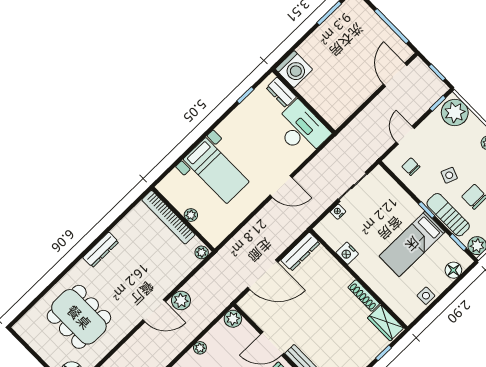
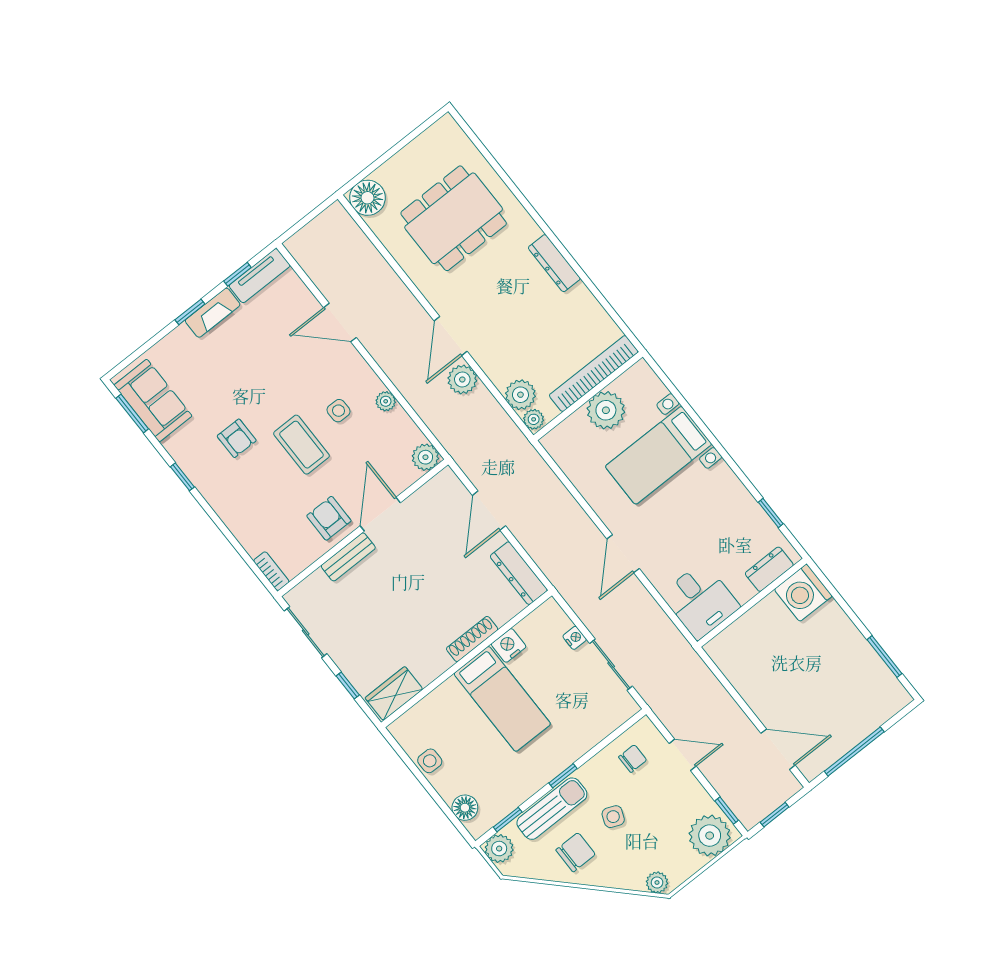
desk: (301, 129) -> (700, 601), width x0.73
plant: (191, 215) -> (606, 410), width x1.88, depth x1.88
bed: (412, 244) -> (502, 699), moved, turned 180
plant: (187, 262) -> (520, 395), added
door: (263, 275) -> (489, 511), width x0.73
shoe rack: (364, 295) -> (472, 639), moved

